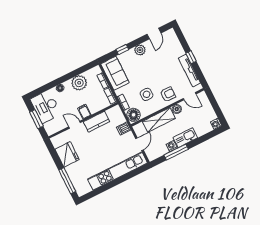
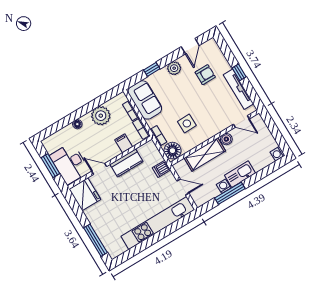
armchair: (168, 94) -> (205, 75), moved
desk: (46, 107) -> (70, 163), moved
filing cabinet: (84, 112) -> (124, 143), moved
door: (140, 144) -> (183, 187), hinge flipped
fridge: (67, 154) -> (85, 194), moved

